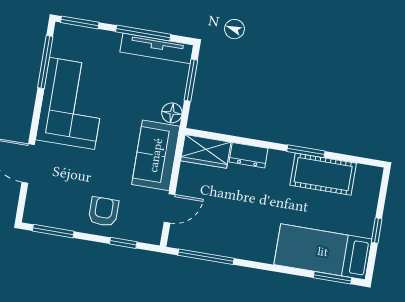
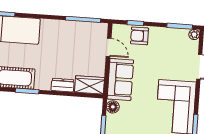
door: (169, 208) -> (109, 47), swing flipped
armchair: (104, 212) -> (140, 36), moved, turned 90
plant: (31, 216) -> (194, 35), added

